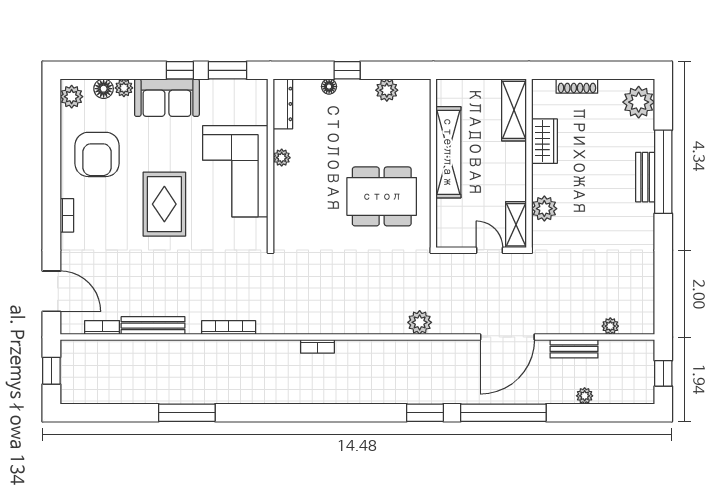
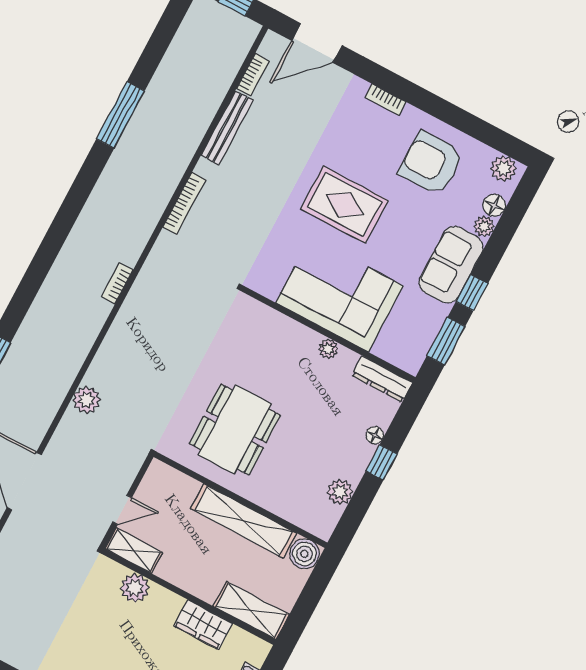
boiler: (449, 92) -> (304, 554), added

